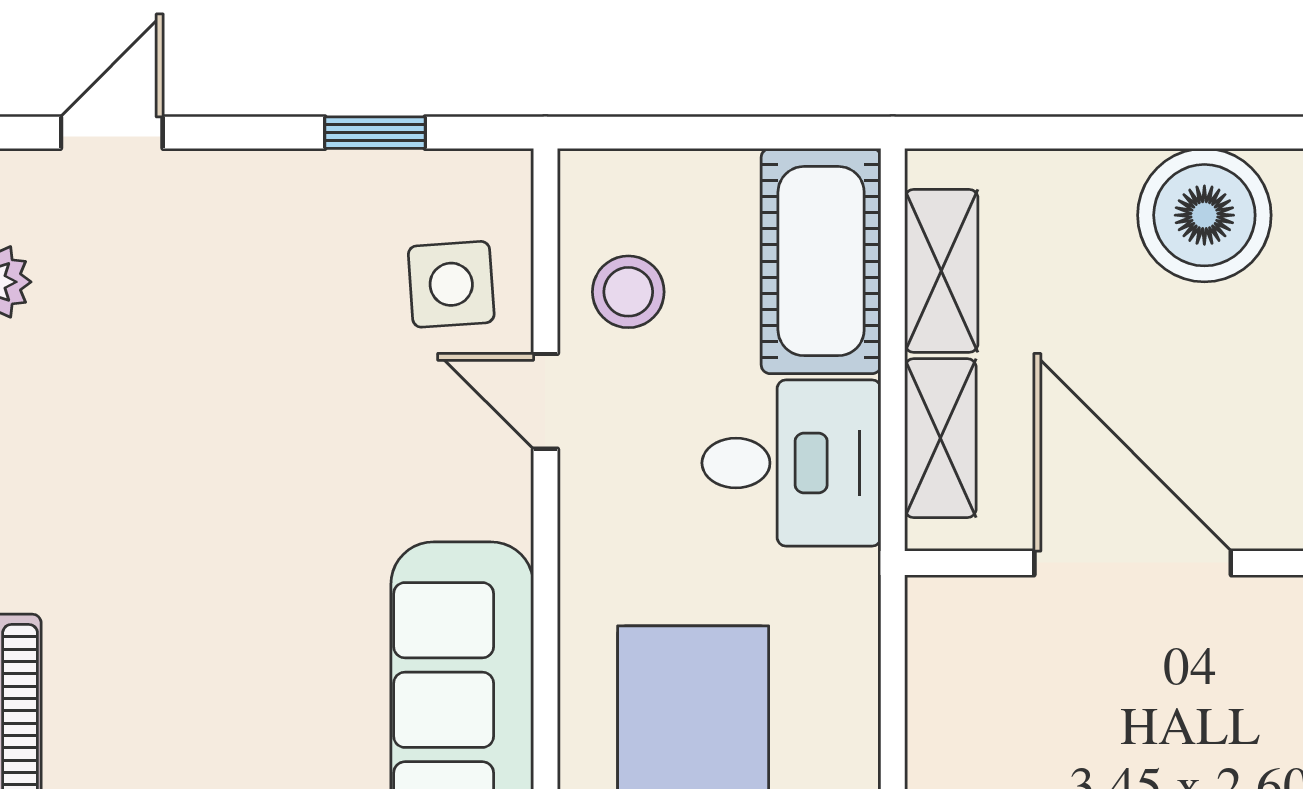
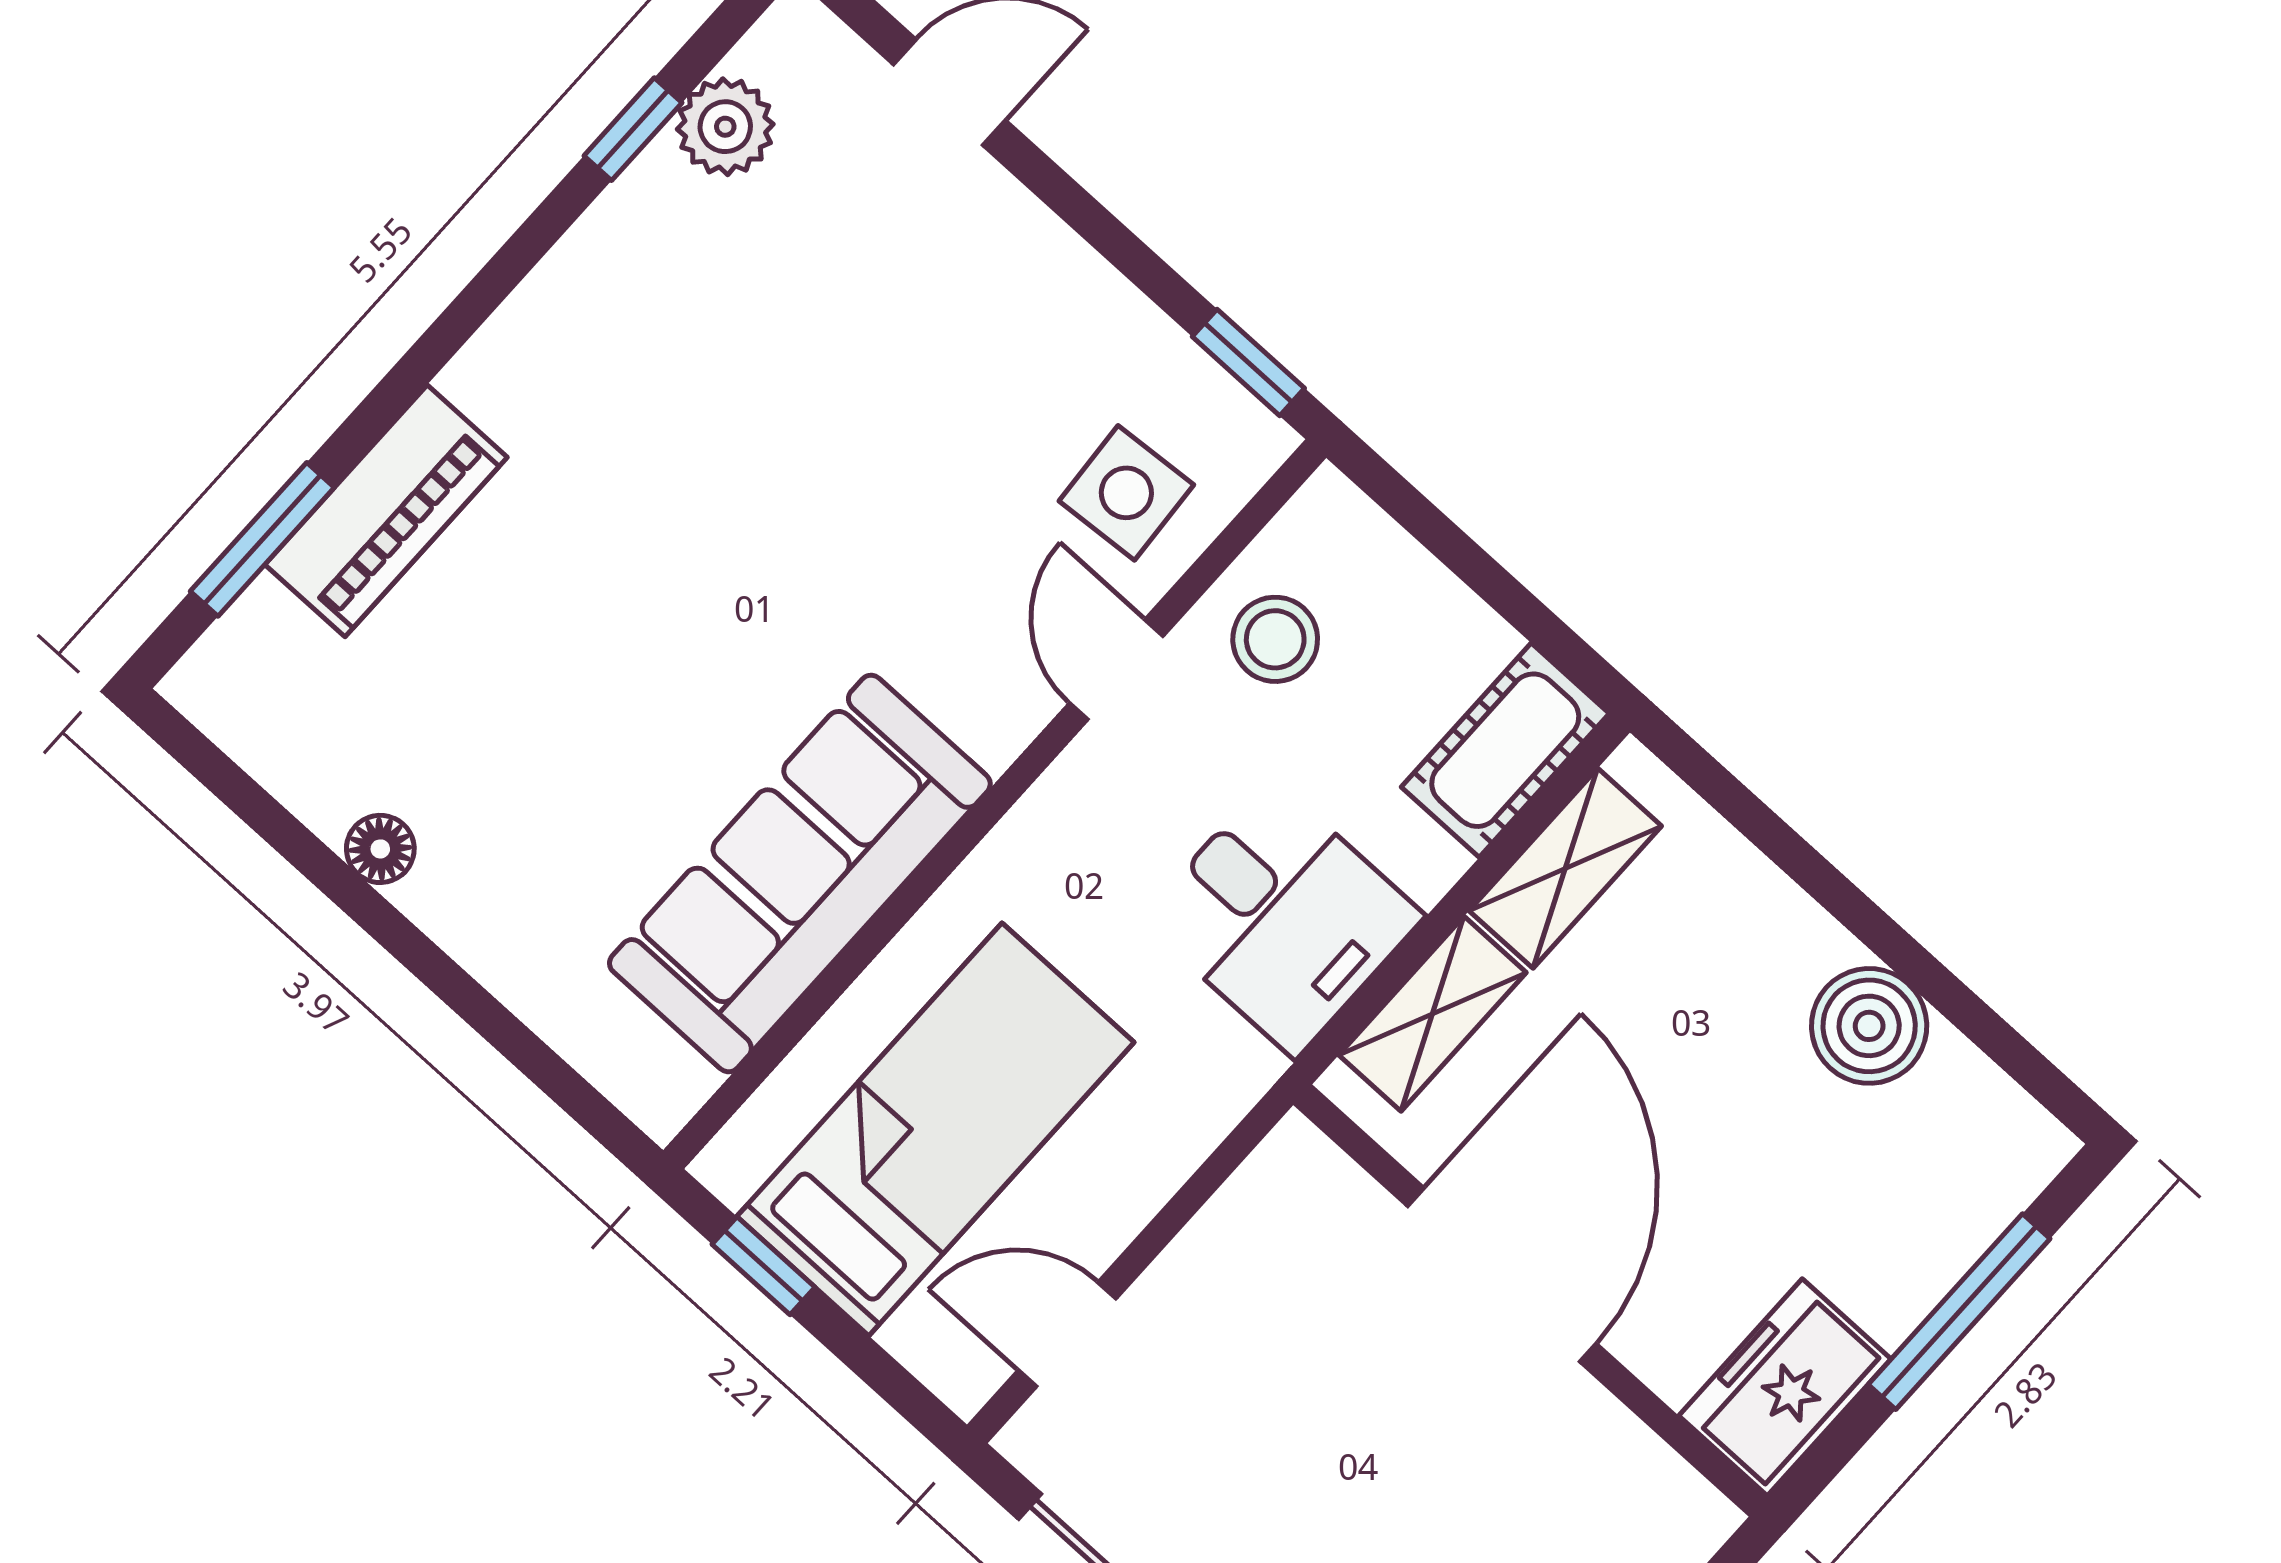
window: (375, 133) -> (1248, 362), moved
boiler: (1204, 215) -> (1869, 1026), width x0.73, depth x0.73
cot: (821, 261) -> (1505, 750), width x0.73, depth x0.75

